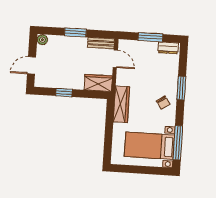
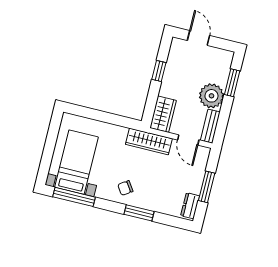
window: (75, 33) -> (232, 83), moved
plant: (42, 40) -> (211, 96), moved, width x1.87, depth x1.87
door: (115, 59) -> (188, 140), hinge flipped
wardrobe: (121, 104) -> (149, 141), moved

